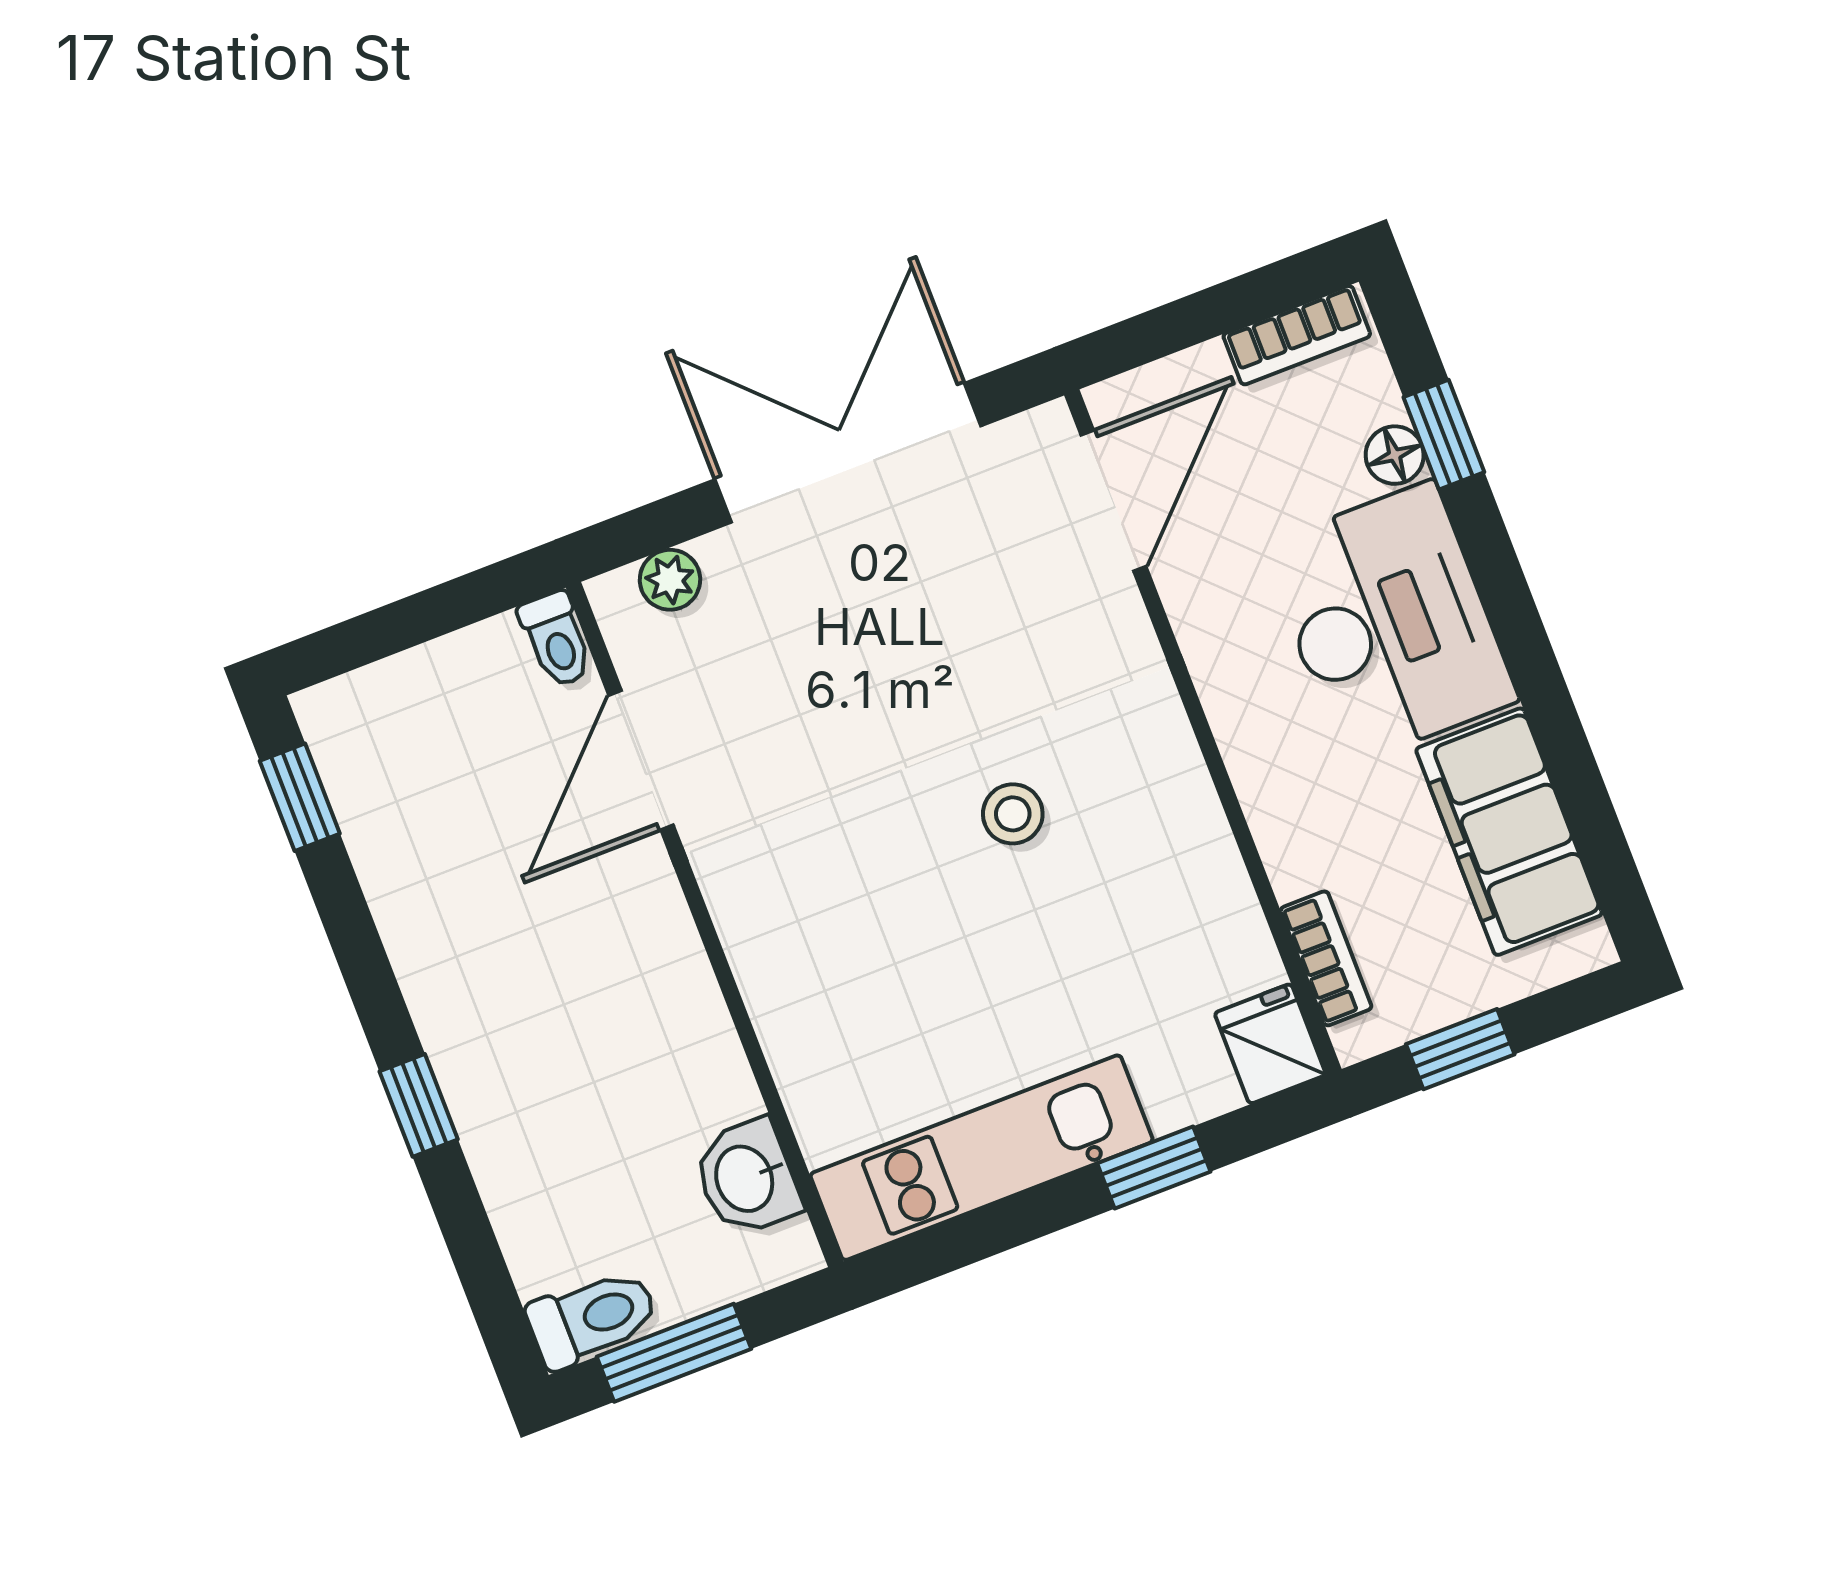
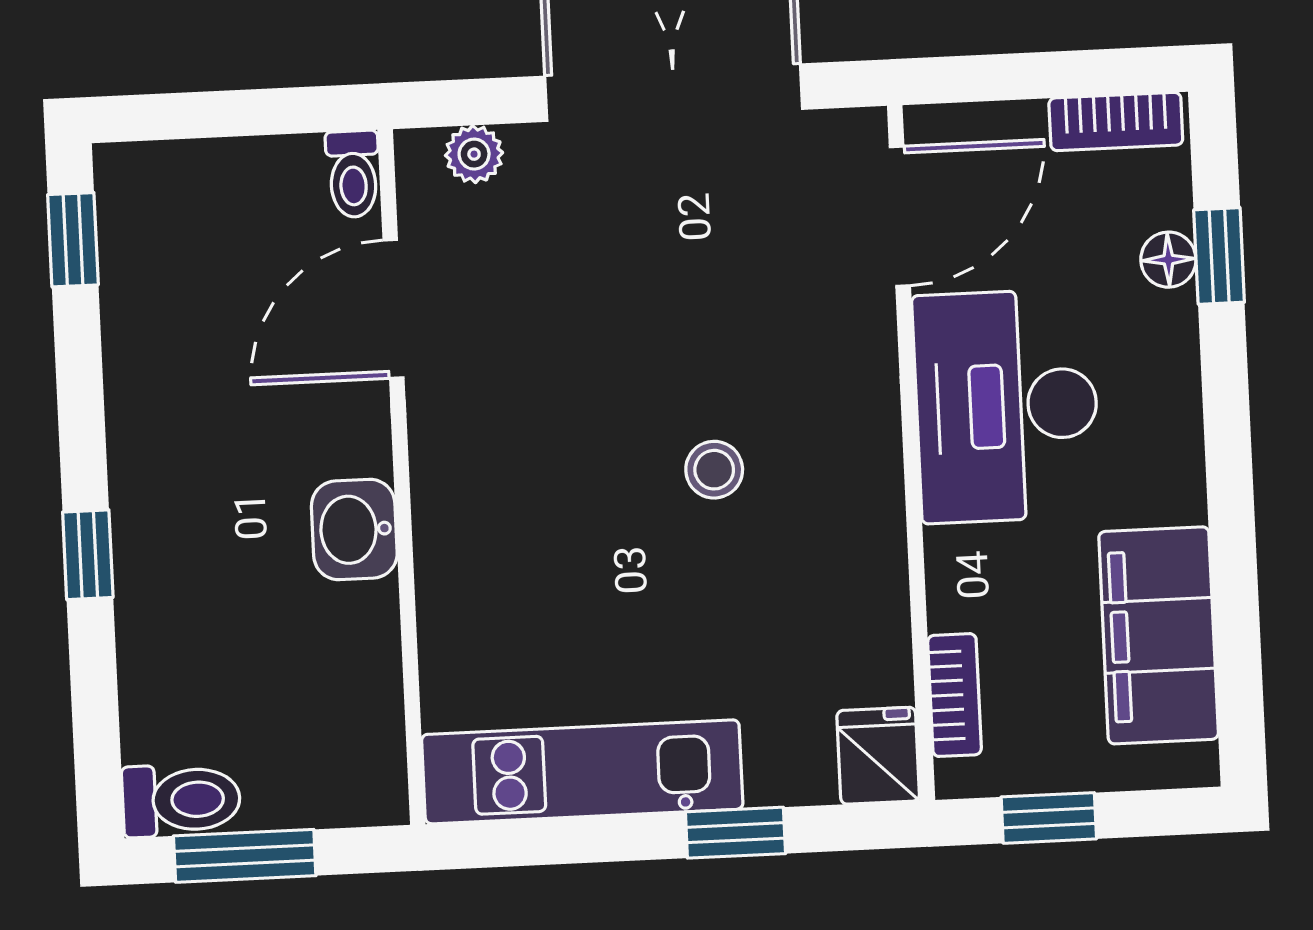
desk: (1390, 623) -> (1006, 406), moved, turned 180
washbasin: (747, 1178) -> (354, 530), moved

